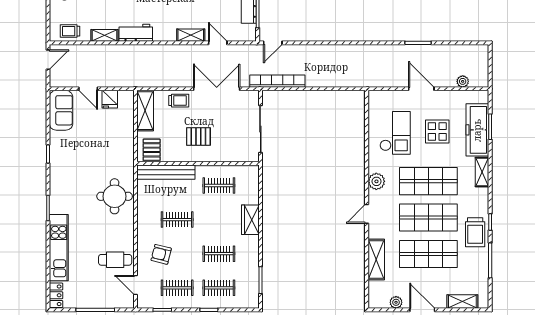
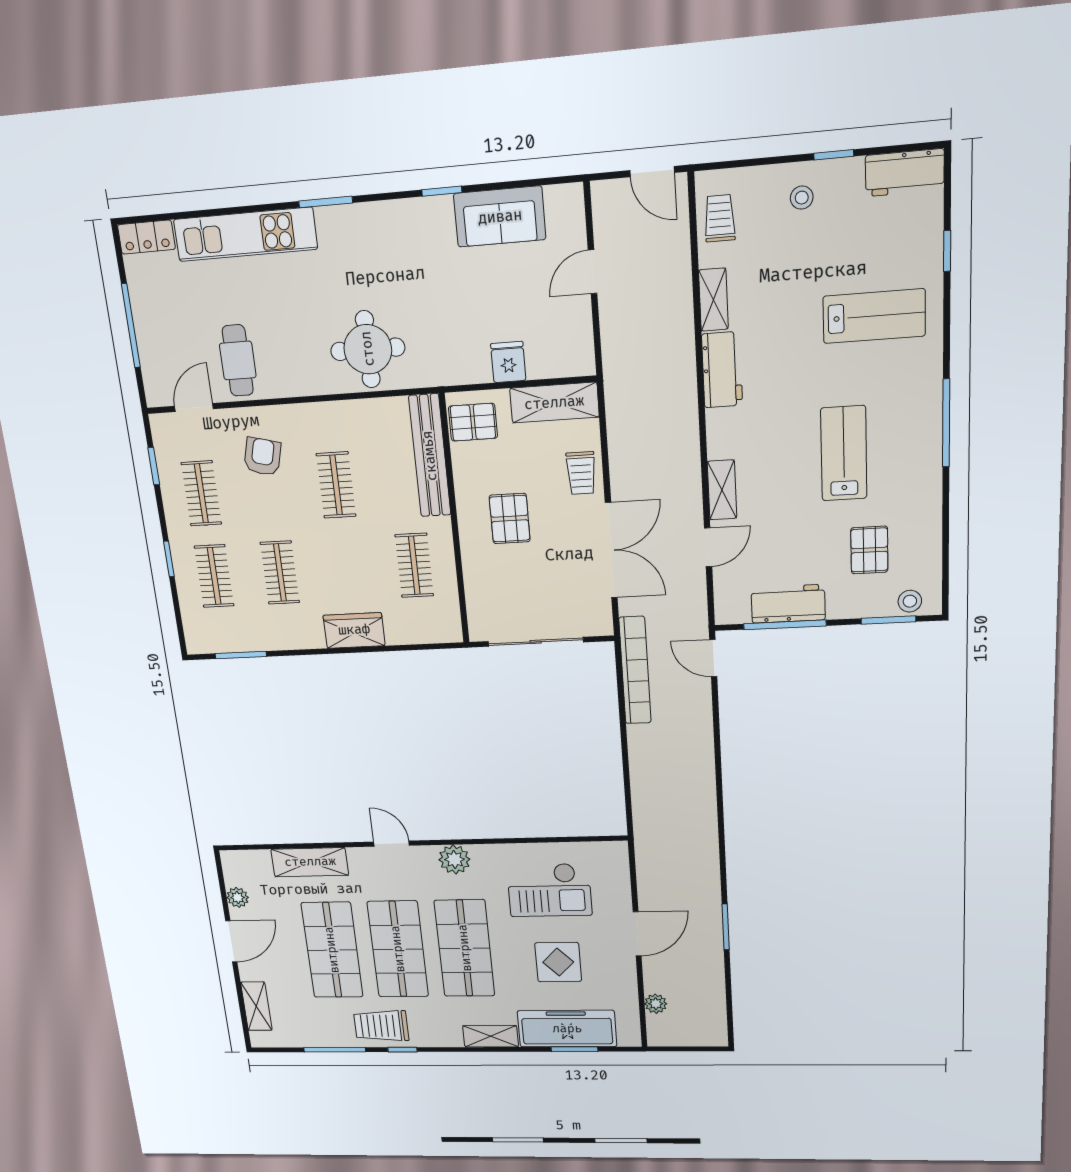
fridge: (110, 99) -> (508, 362), moved, turned 90
sofa: (61, 110) -> (500, 217), moved

